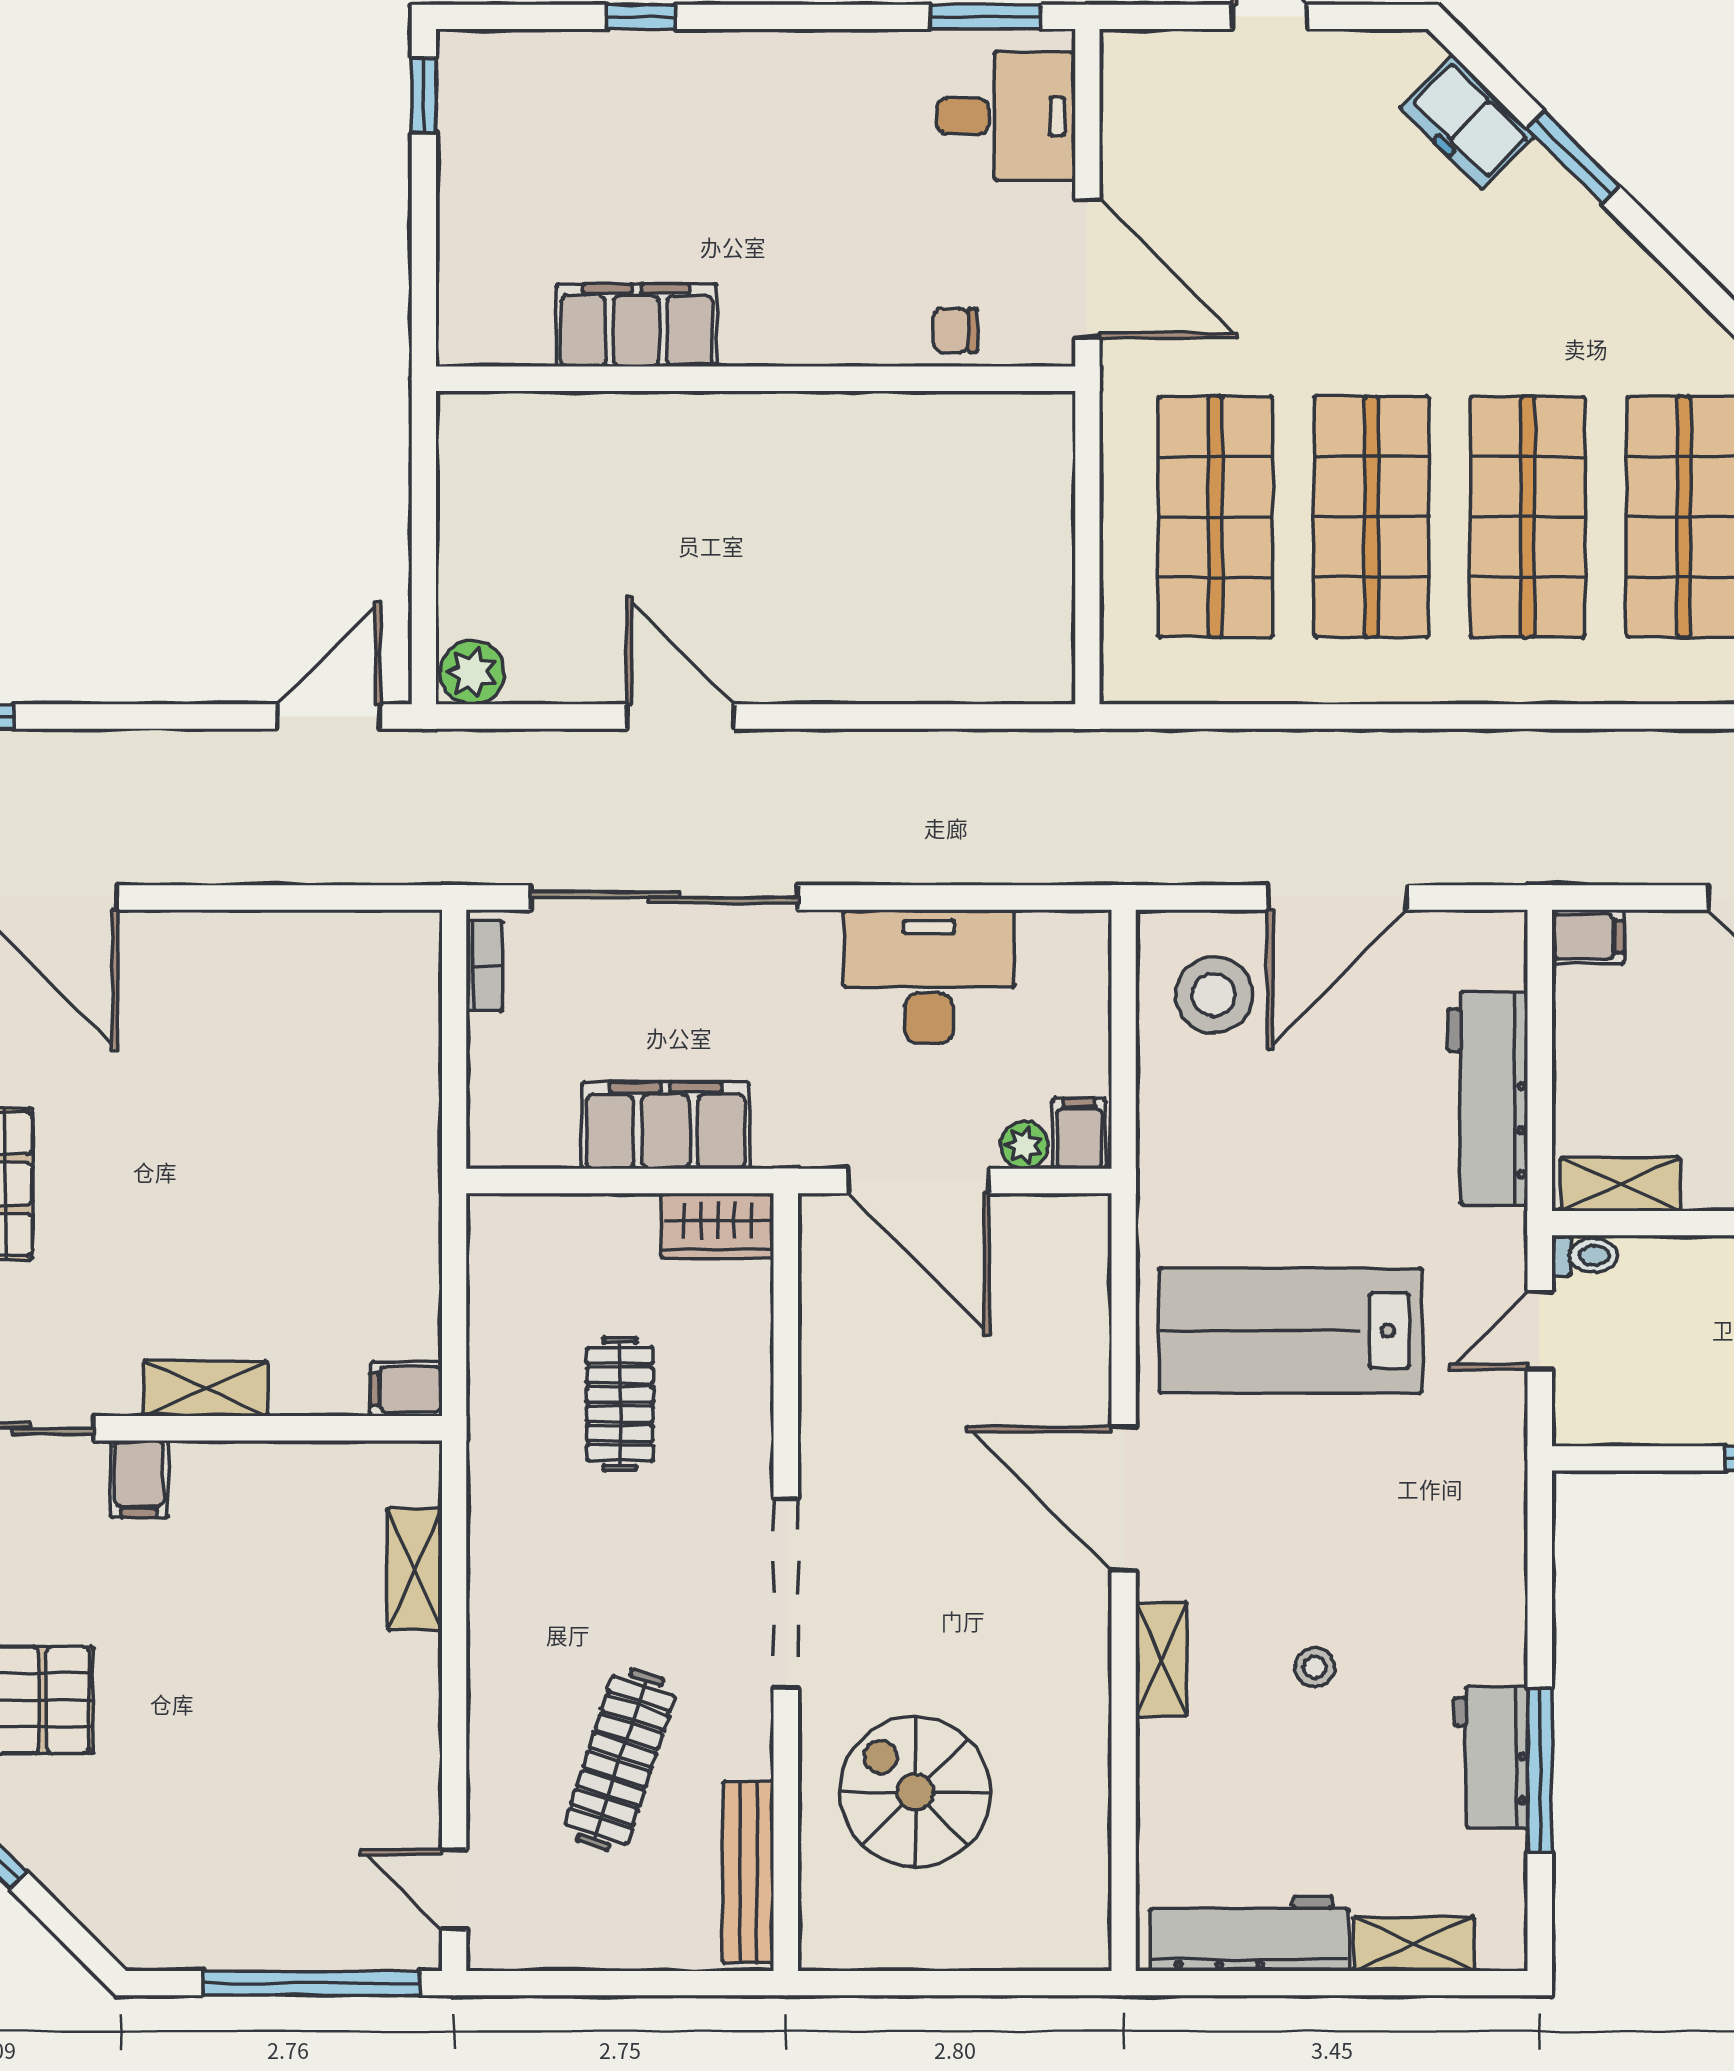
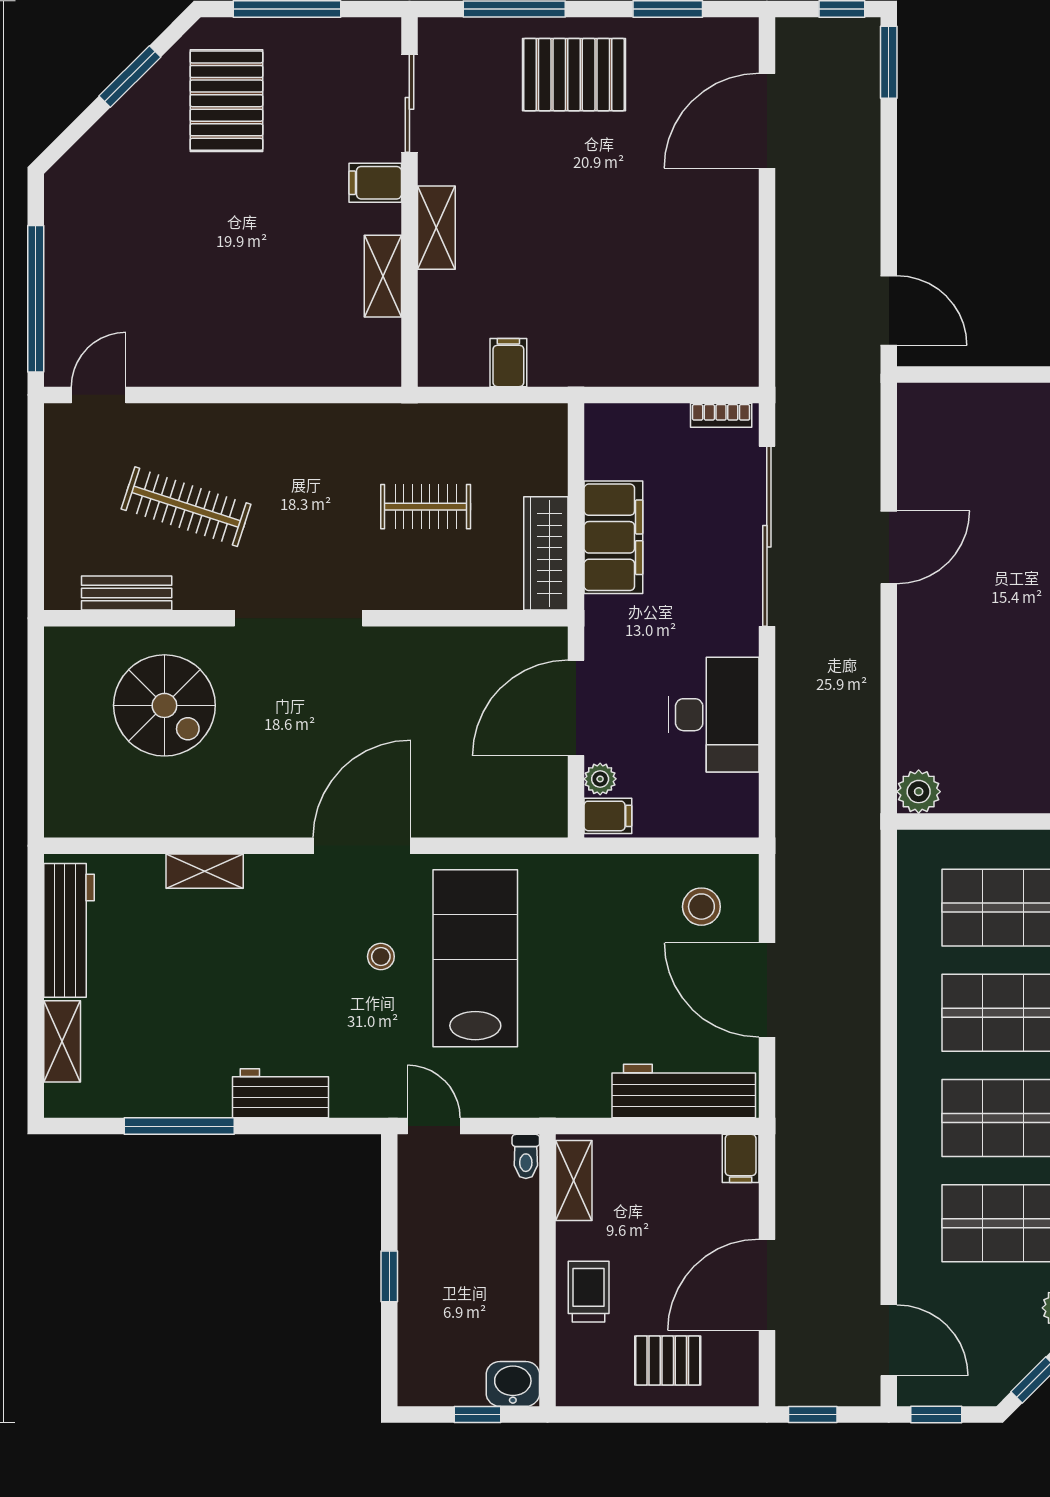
plant: (472, 672) -> (919, 792), moved
stool: (1214, 995) -> (701, 907), width x0.73, depth x0.73
workbench: (1488, 1098) -> (684, 1091), moved
wardrobe: (718, 1226) -> (546, 553), width x1.50
door: (1540, 1331) -> (434, 1126), moved
filing cabinet: (406, 1389) -> (508, 363), moved
shelving: (415, 1569) -> (383, 276), moved, turned 90
shelving: (1161, 1659) -> (205, 871), moved
stool: (1315, 1667) -> (381, 957), moved
workbench: (1491, 1757) -> (280, 1093), moved
spiral stairs: (915, 1792) -> (164, 705), turned 90
bench: (748, 1872) -> (127, 593), width x0.73

